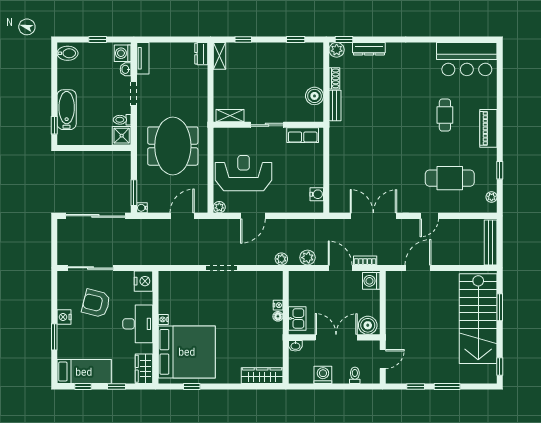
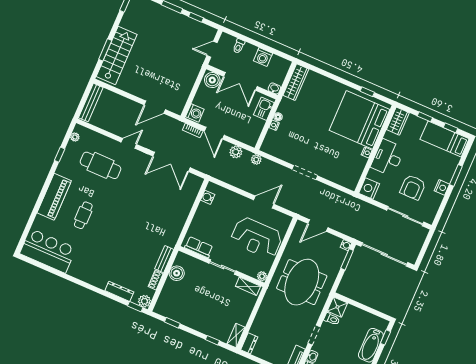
piano: (488, 128) -> (54, 197), width x1.37, depth x1.33
plant: (219, 207) -> (262, 276), moved
armchair: (96, 303) -> (413, 187), turned 76
stairs: (478, 319) -> (117, 56), width x0.73, depth x0.66
wardrobe: (262, 376) -> (296, 82), moved, turned -90

